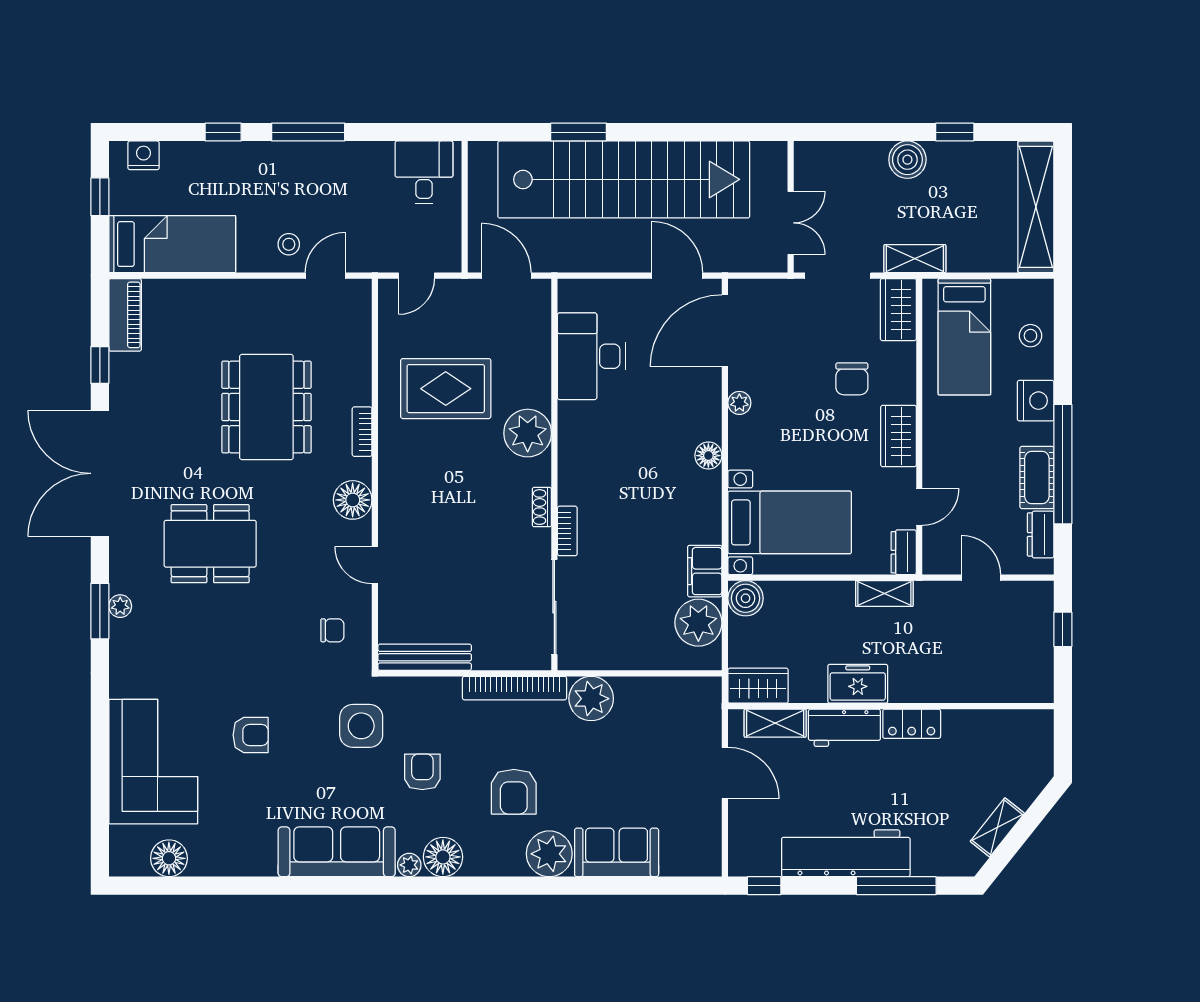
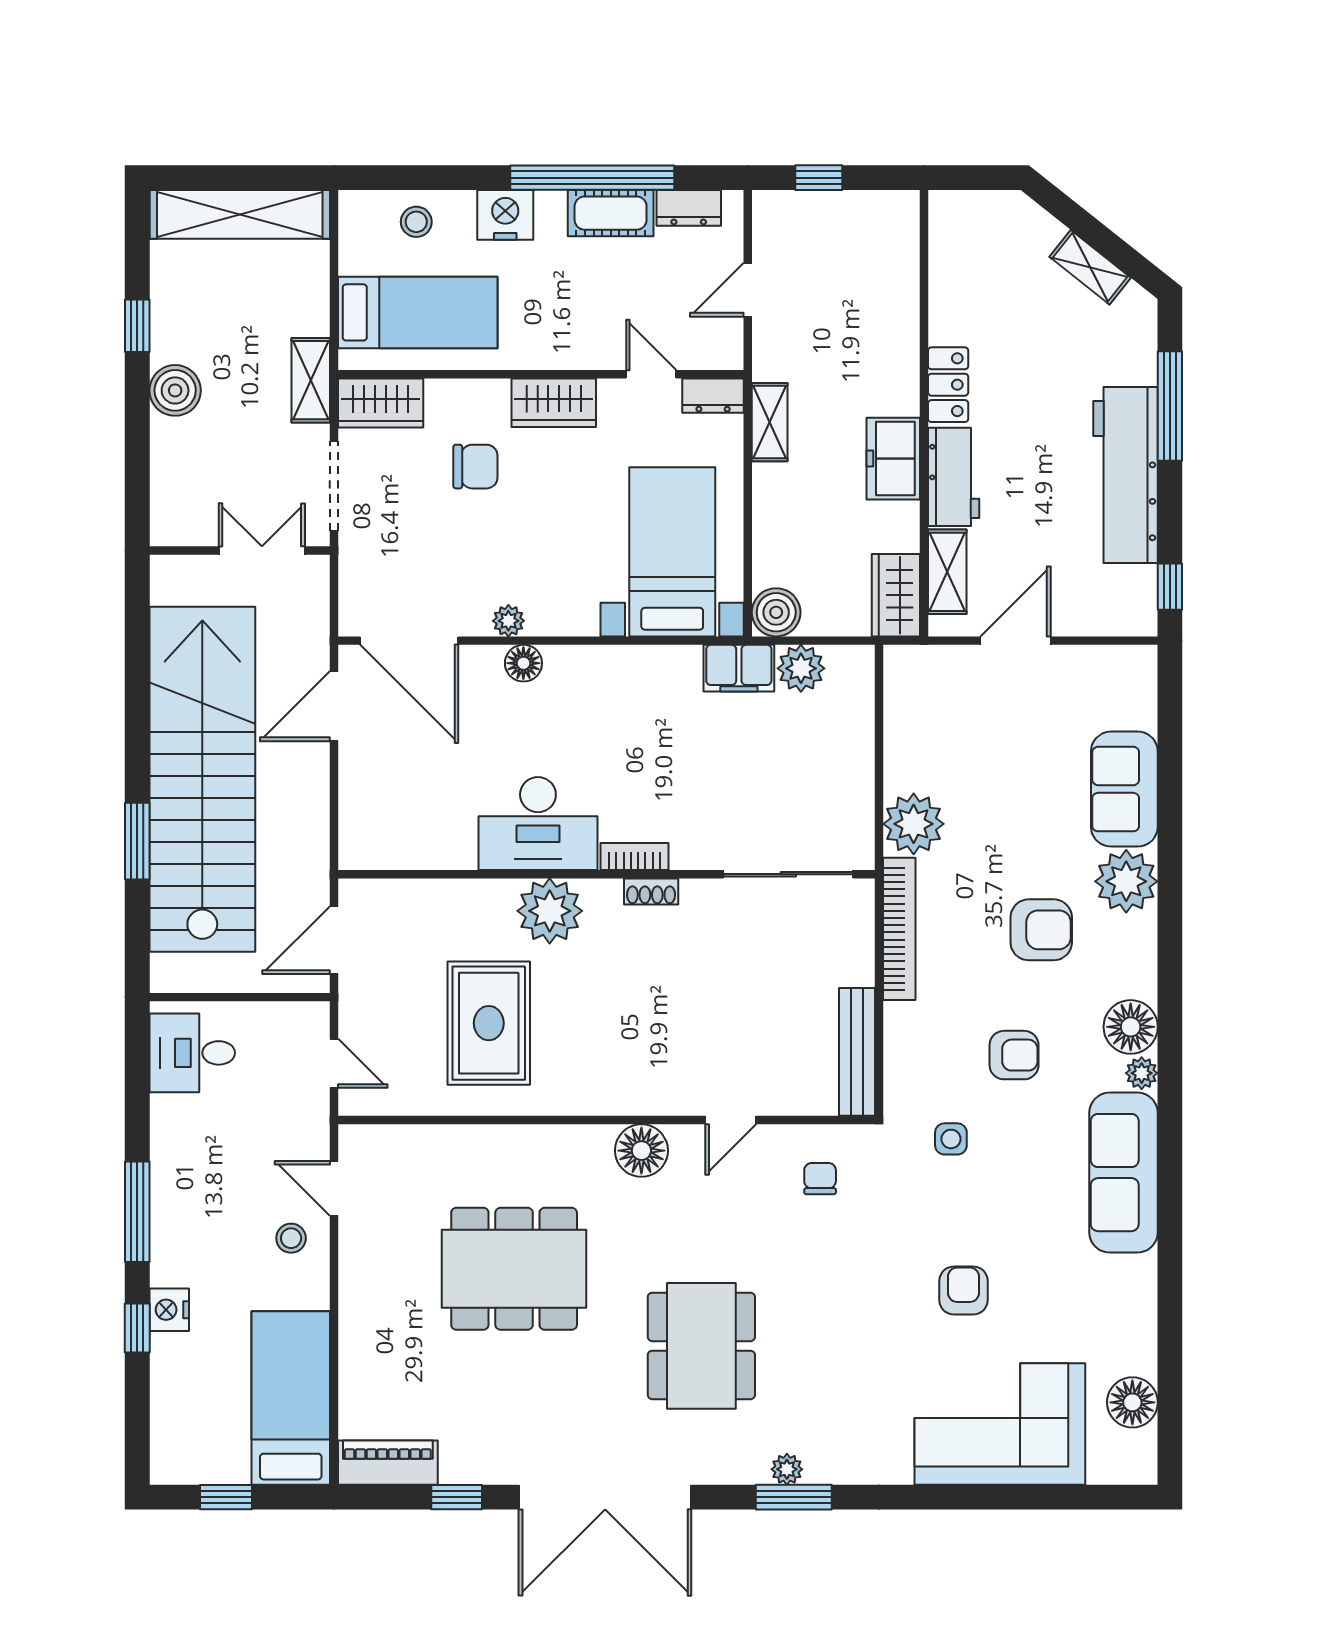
nightstand: (144, 155) -> (169, 1310), moved
desk: (591, 356) -> (538, 824), moved
bookcase: (362, 432) -> (548, 1138), removed
floor lamp: (708, 456) -> (523, 663), moved
bookcase: (567, 531) -> (634, 857), moved
plant: (698, 623) -> (801, 668), width x0.73, depth x0.73
side table: (361, 726) -> (951, 1139), width x0.54, depth x0.54
armchair: (422, 772) -> (1014, 1055), turned 180

